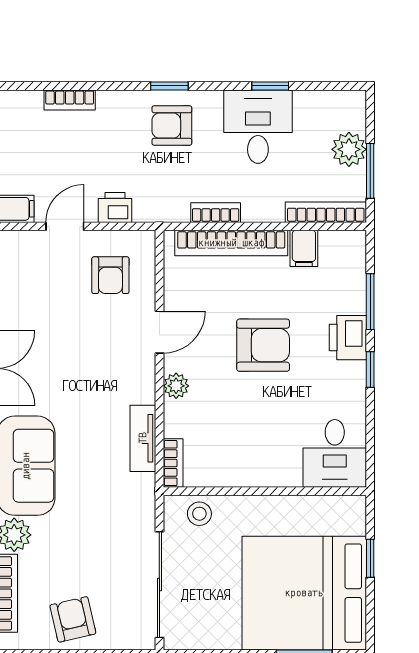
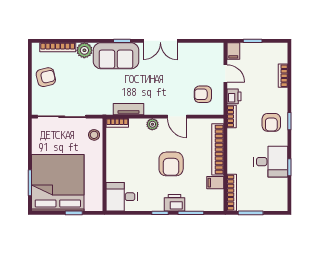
armchair: (172, 126) -> (271, 122), turned 180
plant: (349, 149) -> (260, 203), removed
bookcase: (216, 213) -> (232, 116), moved

